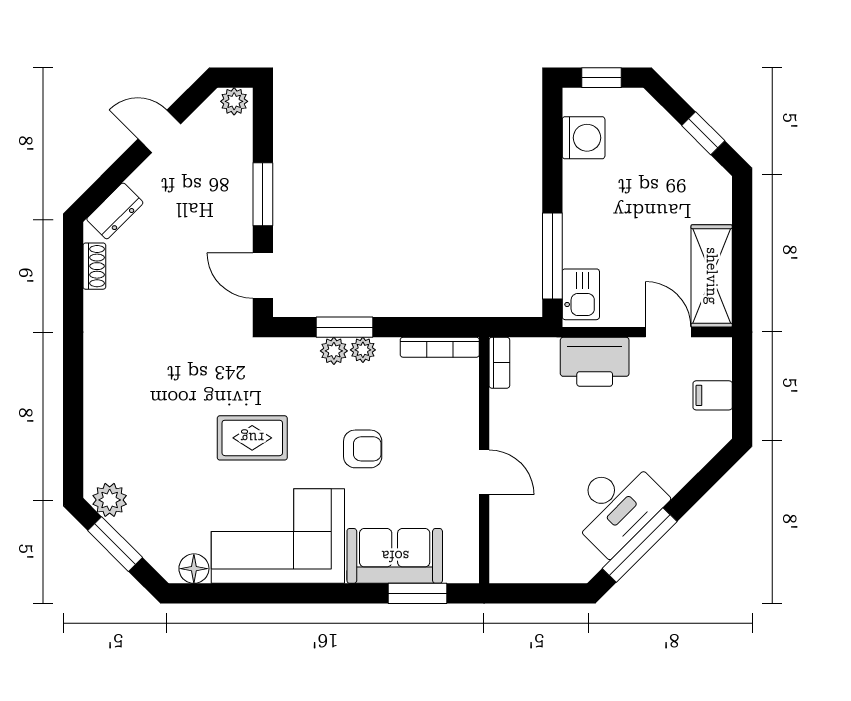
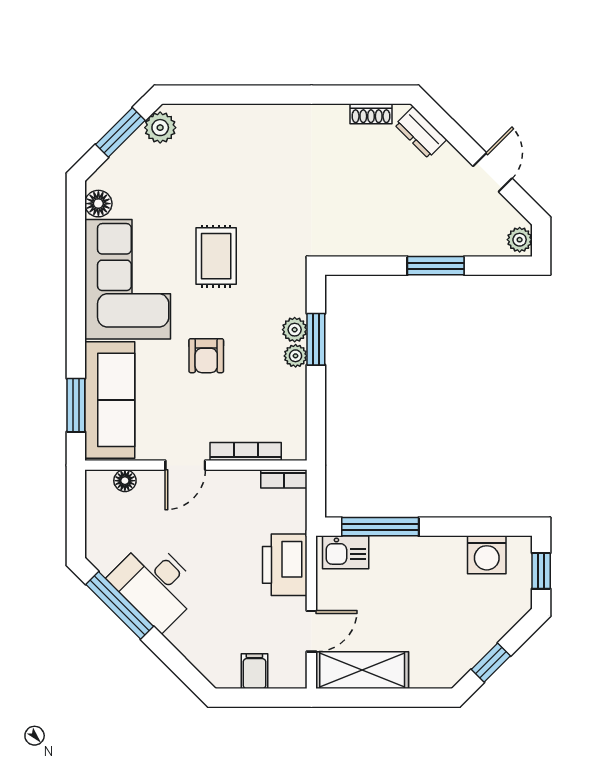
door: (263, 276) -> (362, 266), removed
bookcase: (440, 347) -> (246, 452), moved, turned 90
floor lamp: (501, 539) -> (125, 481), added
sofa: (395, 556) -> (110, 400), width x1.36

